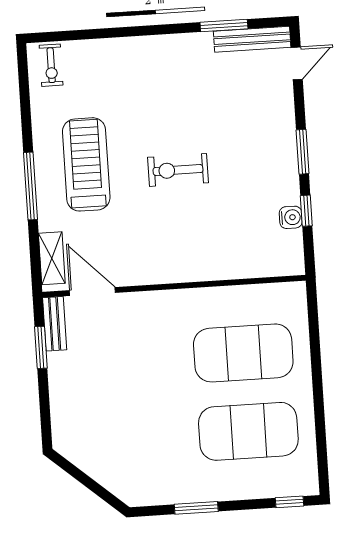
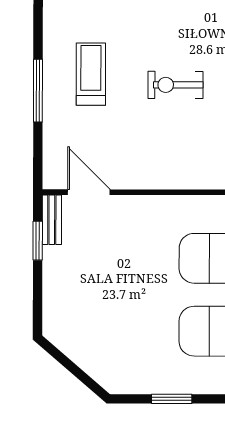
treadmill: (86, 164) -> (91, 74), width x0.73, depth x0.73
shelving: (52, 258) -> (53, 159), removed

